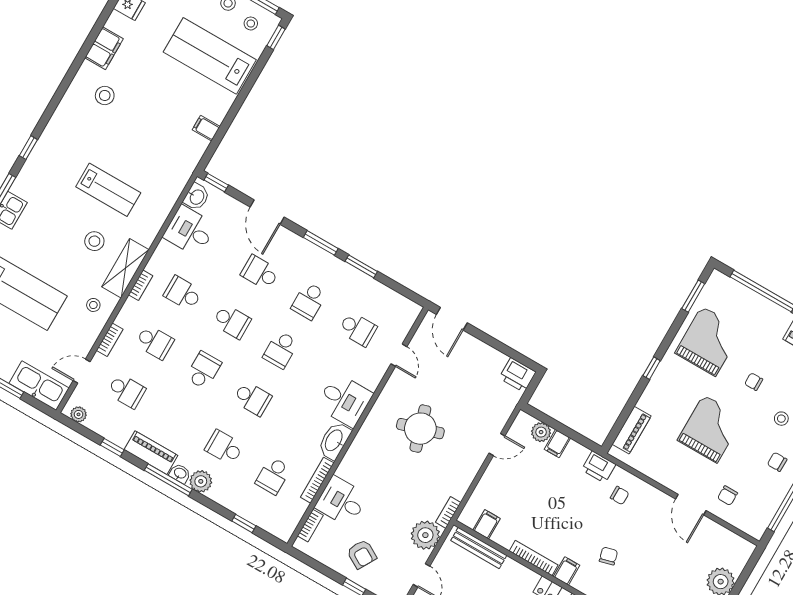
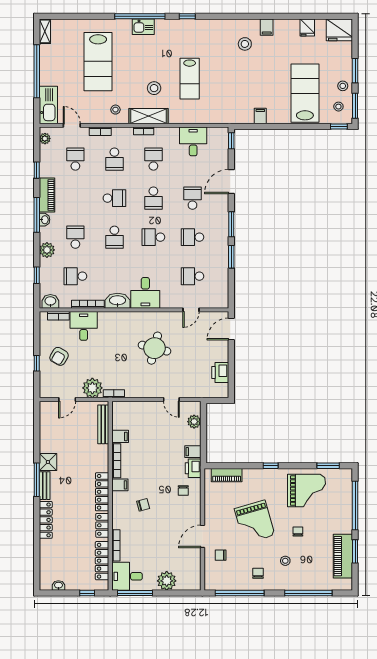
filing cabinet: (104, 48) -> (267, 27), width x0.50
washbasin: (196, 197) -> (50, 301), moved, turned 180
school desk: (358, 329) -> (192, 276), turned 90
printer: (518, 375) -> (220, 373), moved
school desk: (126, 391) -> (75, 159), turned 180
round table: (420, 429) -> (155, 348), turned 31
grand piano: (710, 429) -> (255, 522), turned 74
filing cabinet: (557, 444) -> (193, 452), moved
plant: (201, 481) -> (47, 250), moved
filing cabinet: (487, 524) -> (120, 436), moved

